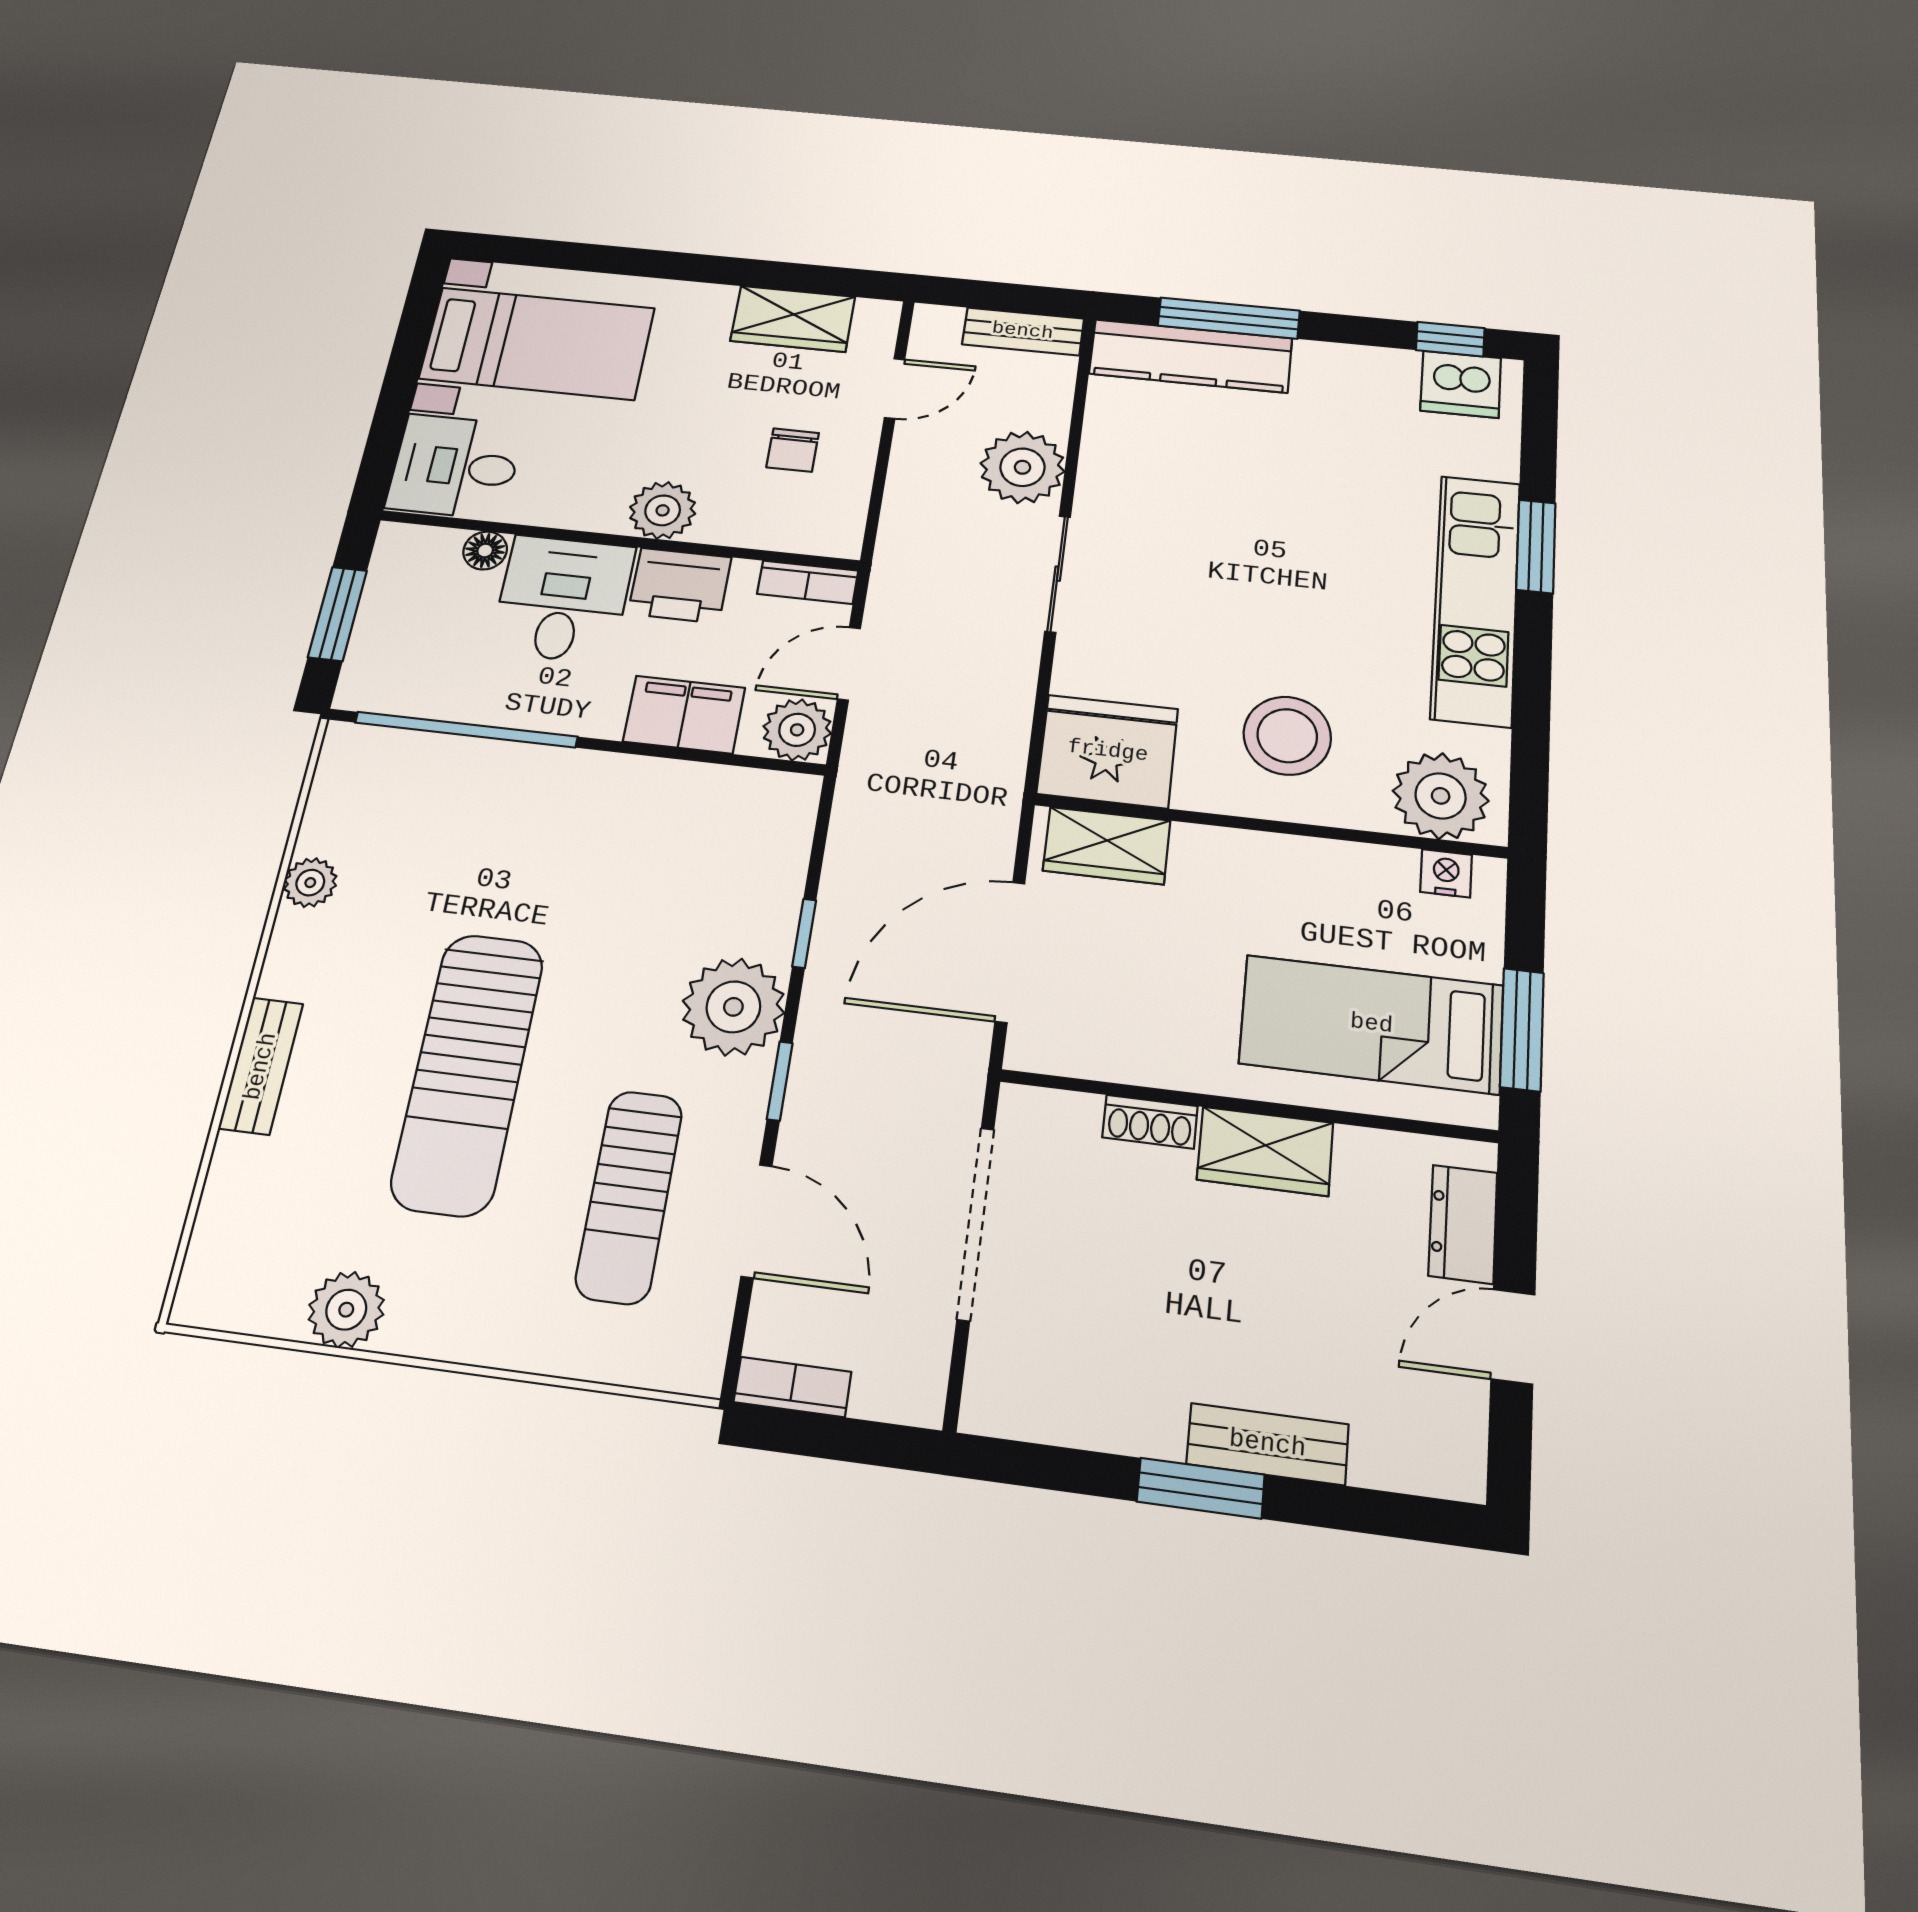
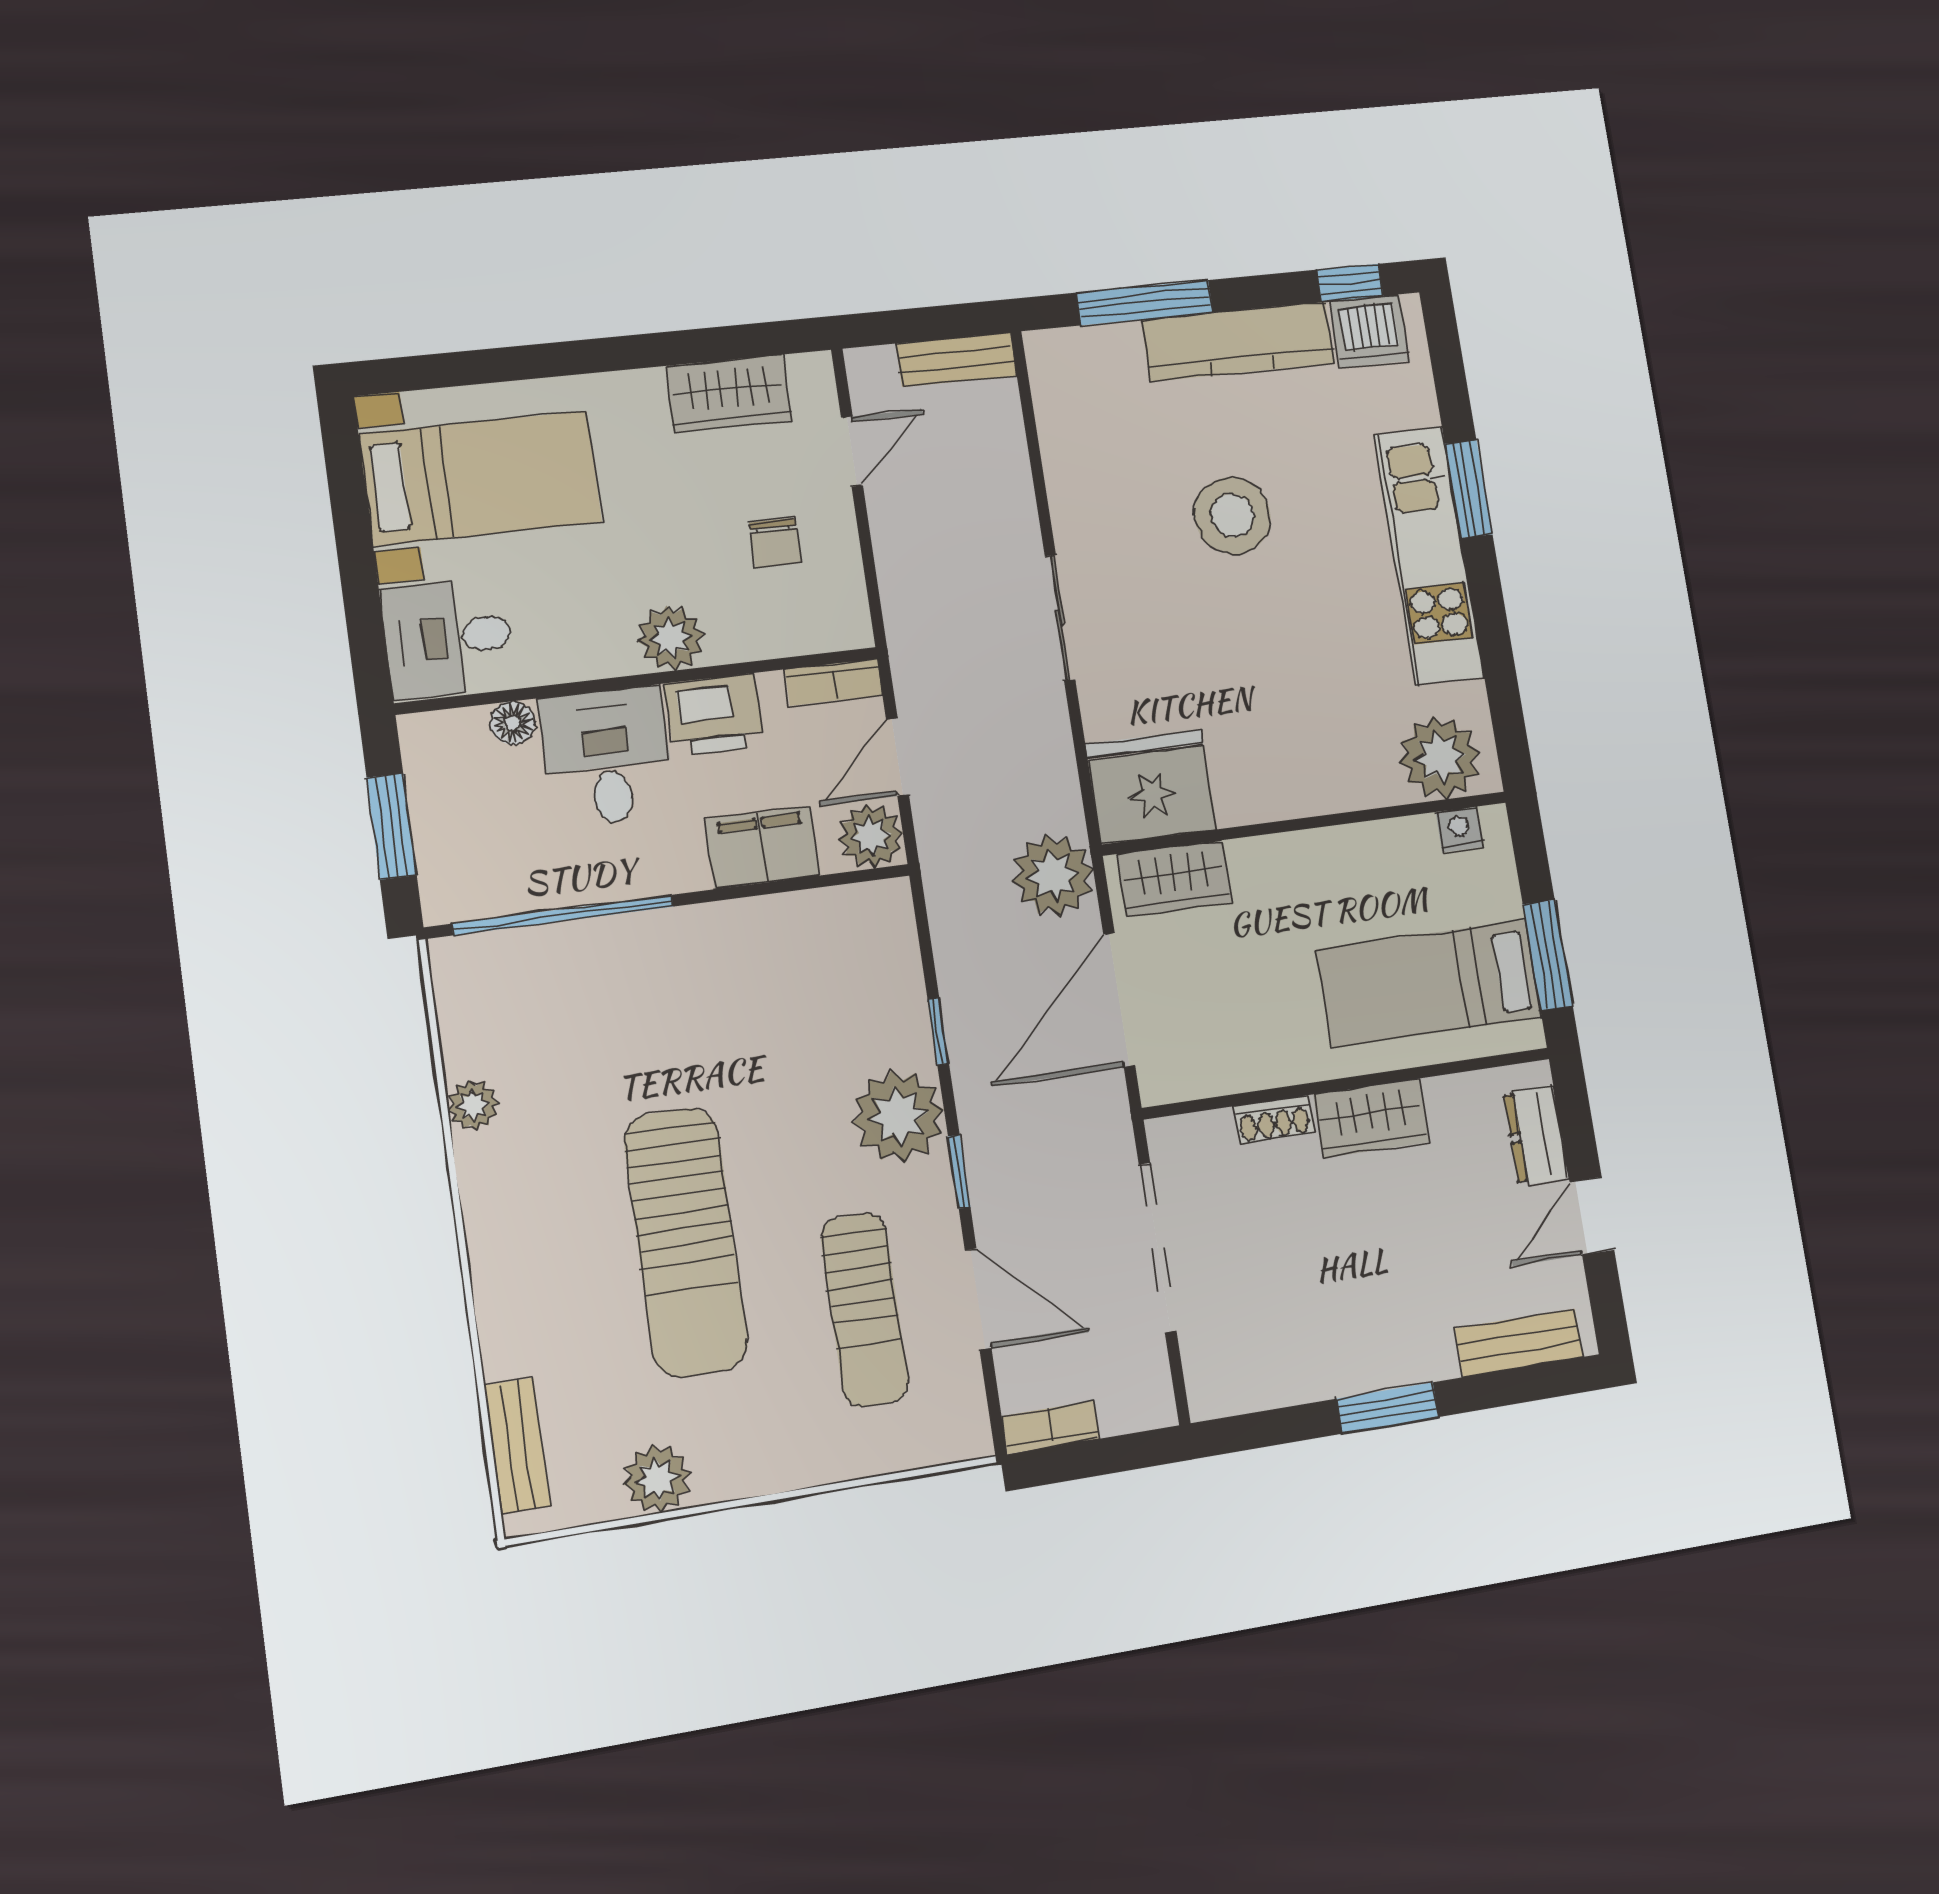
kitchen counter: (1191, 356) -> (1238, 341), moved
plant: (1022, 467) -> (1053, 876), moved
stool: (1287, 736) -> (1233, 516), moved
bench: (261, 1066) -> (517, 1446), moved
bench: (1268, 1444) -> (1519, 1343), moved

